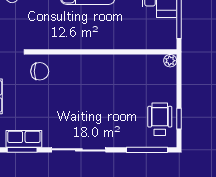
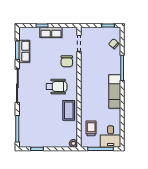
trolley: (146, 33) -> (91, 128), added
coffee table: (118, 68) -> (69, 110), added
wheelchair: (160, 119) -> (56, 86), moved

